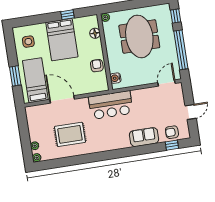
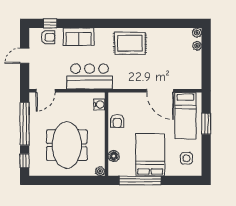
window: (67, 15) -> (140, 180), width x3.17
bar counter: (111, 105) -> (90, 76), moved
rug: (70, 134) -> (130, 43), moved

